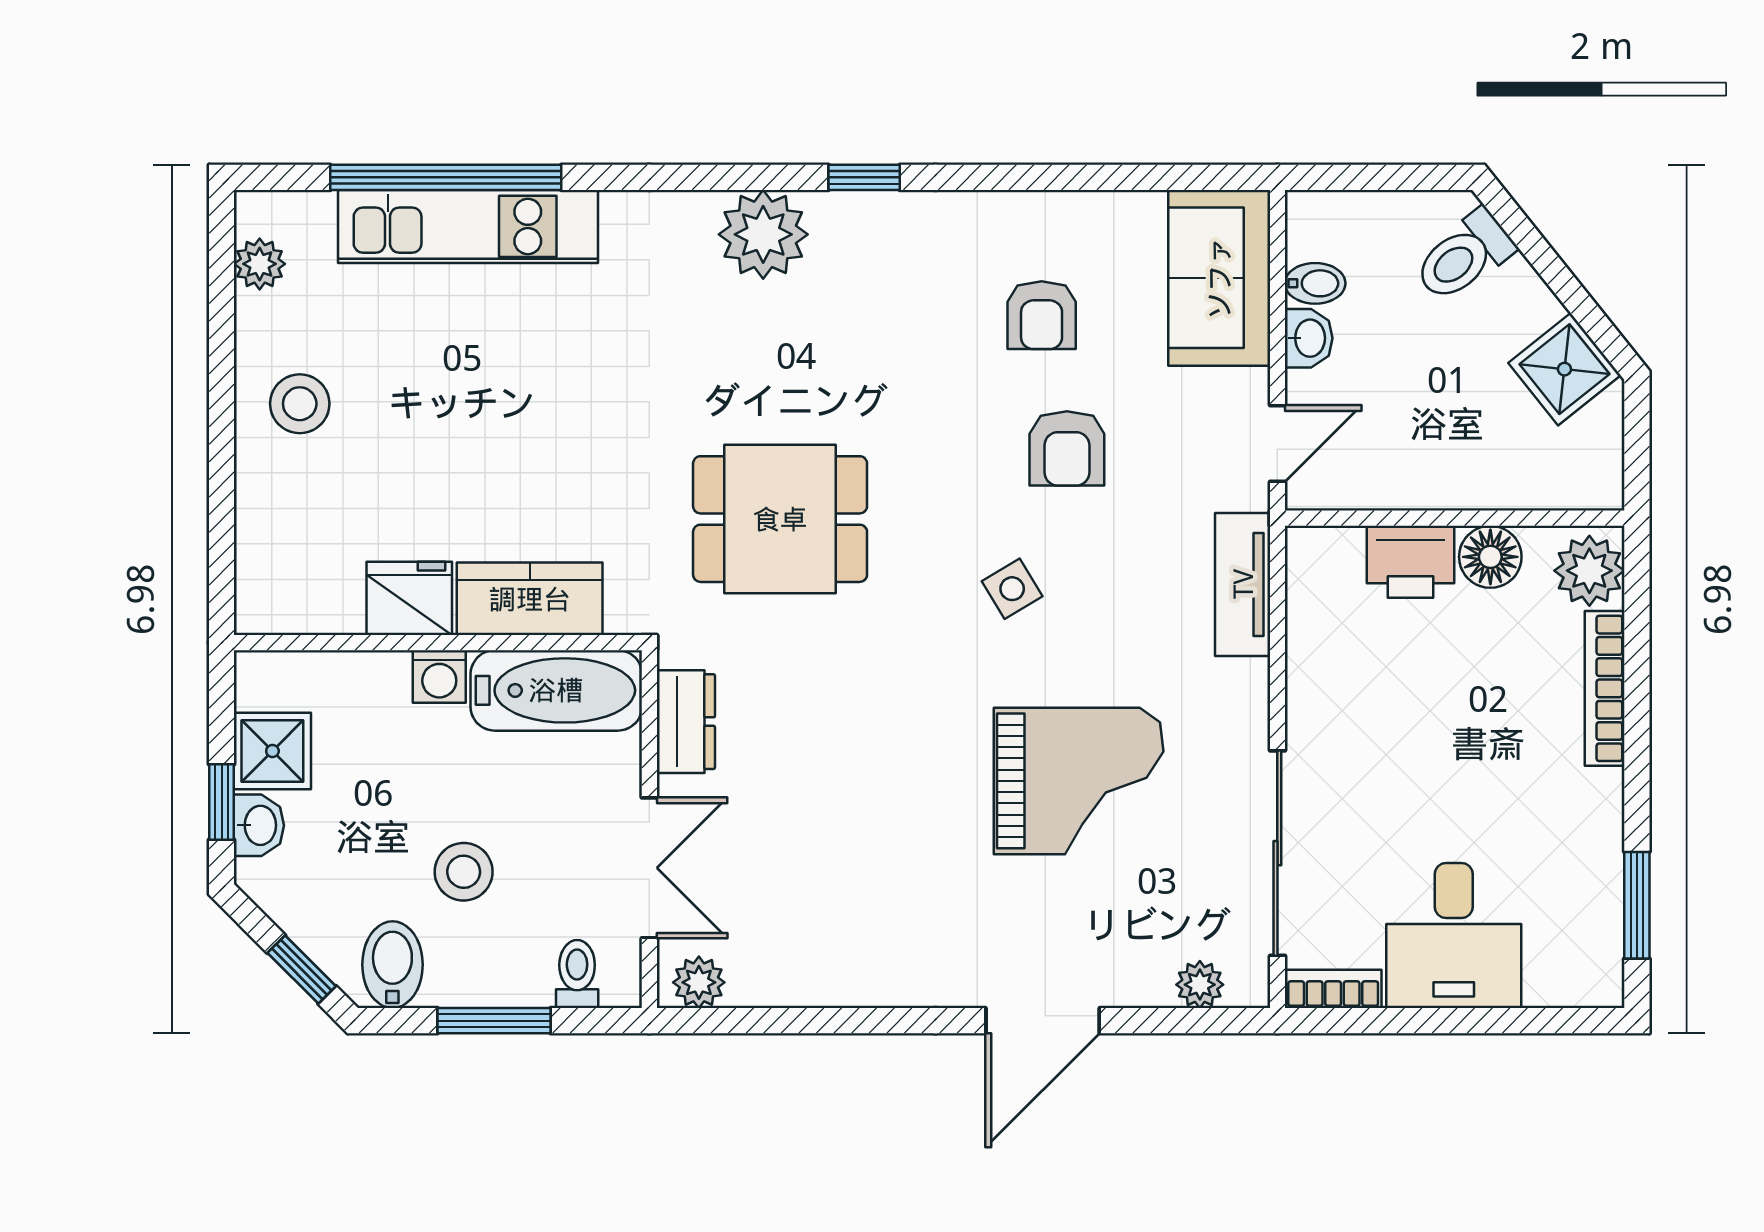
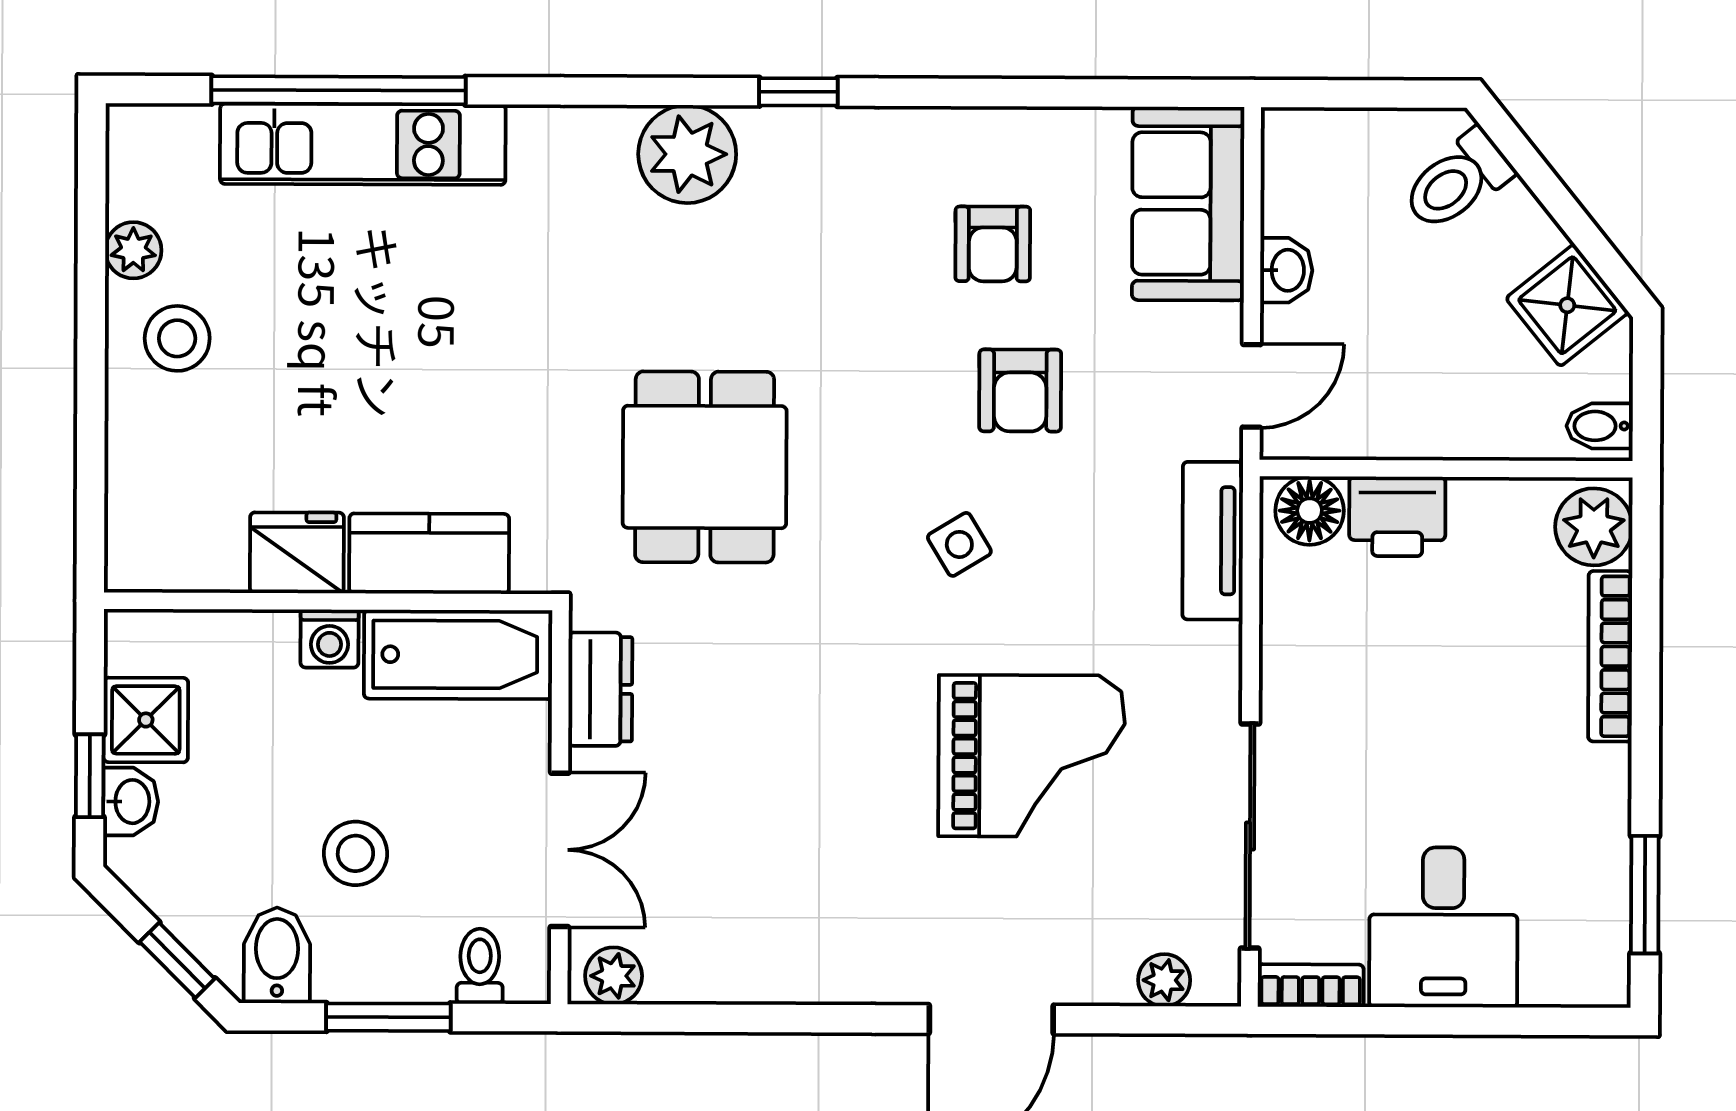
plant: (260, 264) -> (133, 250), moved
bidet: (1315, 283) -> (1600, 426), moved, turned 180
dining table: (780, 519) -> (705, 467), turned 90
floor lamp: (1490, 557) -> (1310, 511), moved

